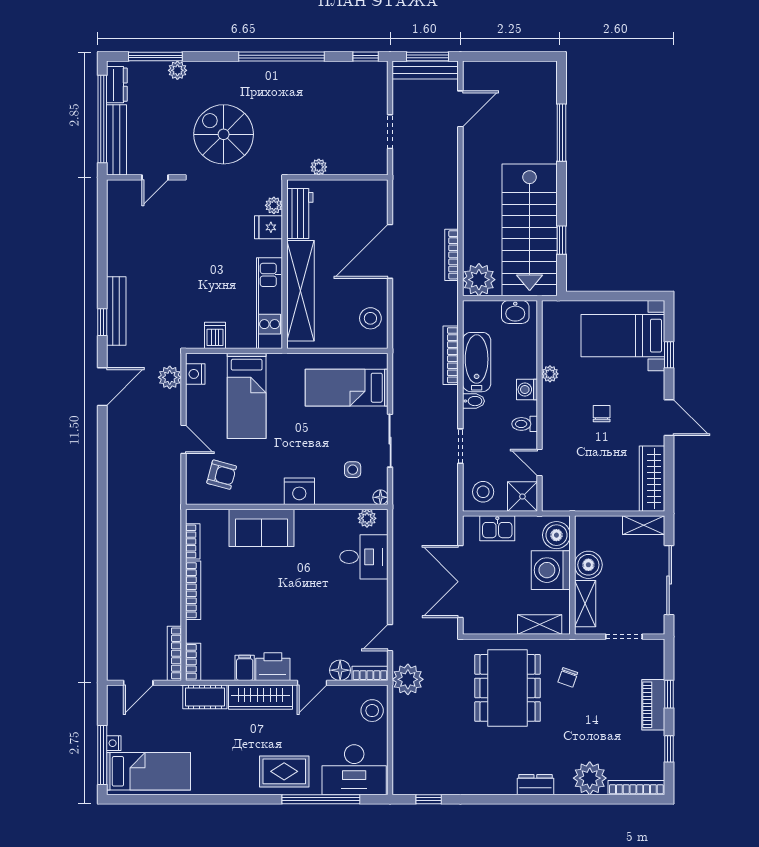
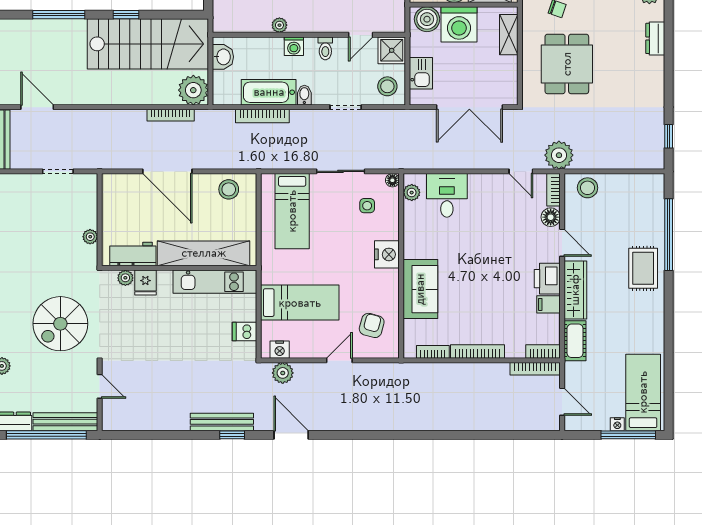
window: (561, 240) -> (126, 15), moved
dining table: (508, 688) -> (567, 64), width x0.73
desk: (354, 770) -> (642, 204), removed

